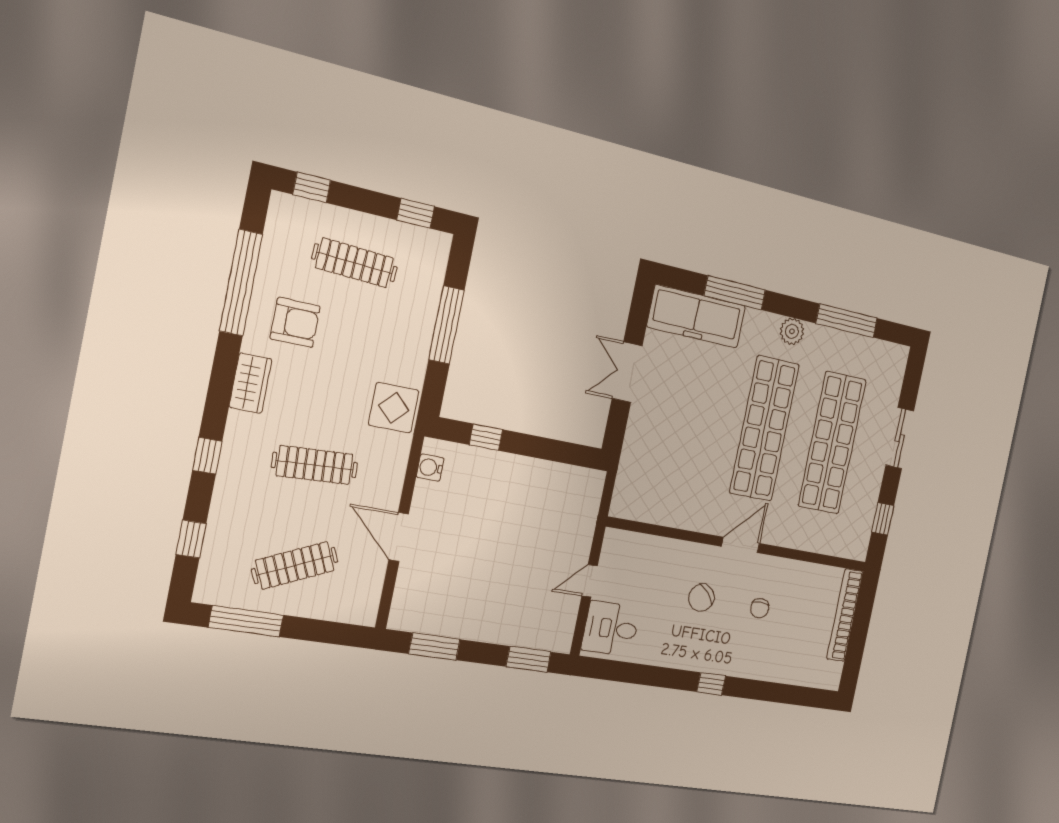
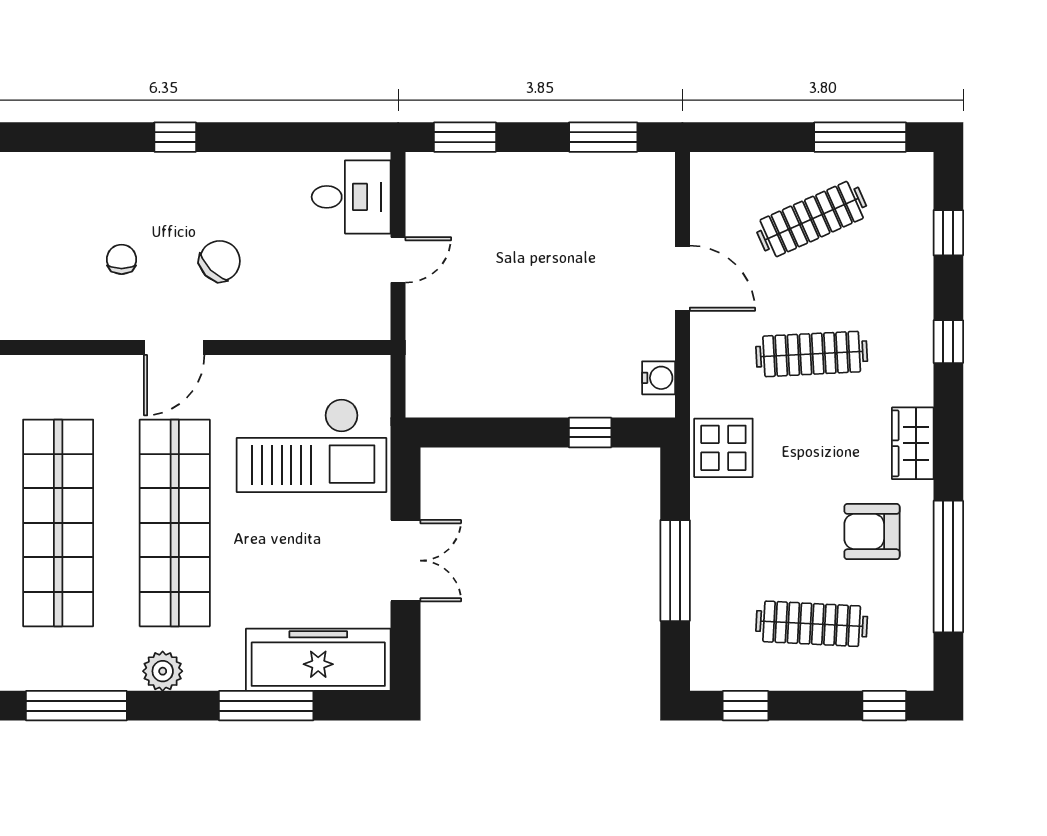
checkout: (670, 464) -> (312, 445), added

